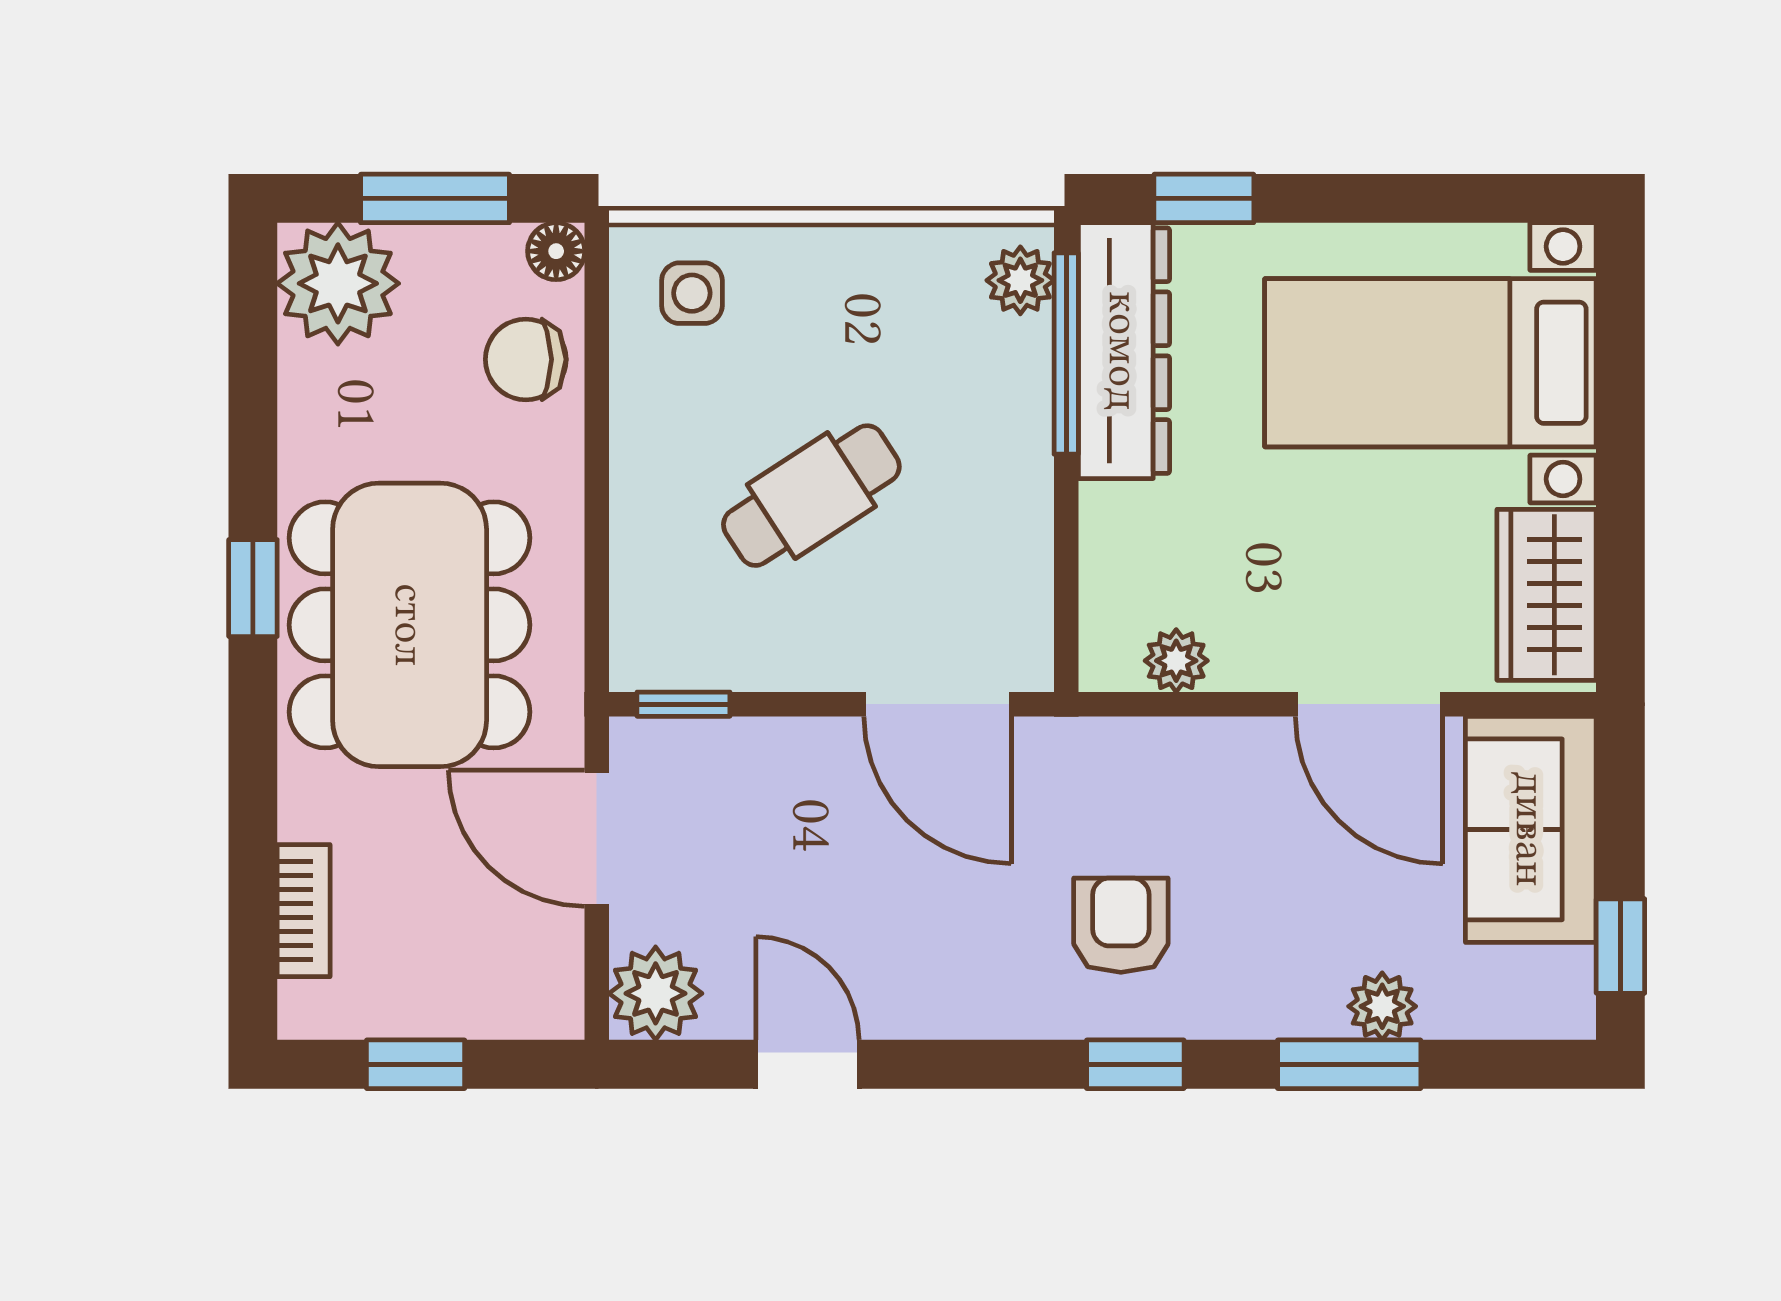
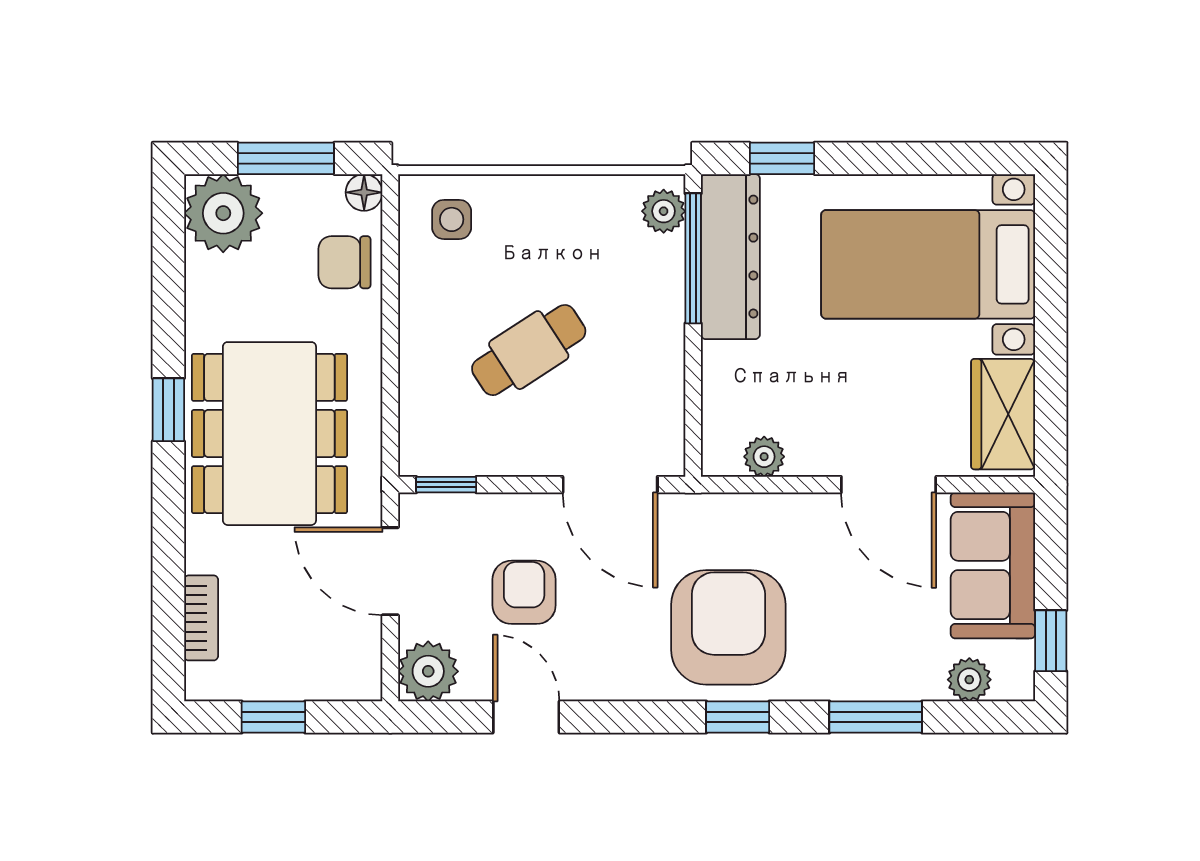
armchair: (804, 871) -> (524, 592), added
armchair: (1121, 925) -> (728, 627), width x1.88, depth x1.88
plant: (1382, 1006) -> (969, 680), moved

